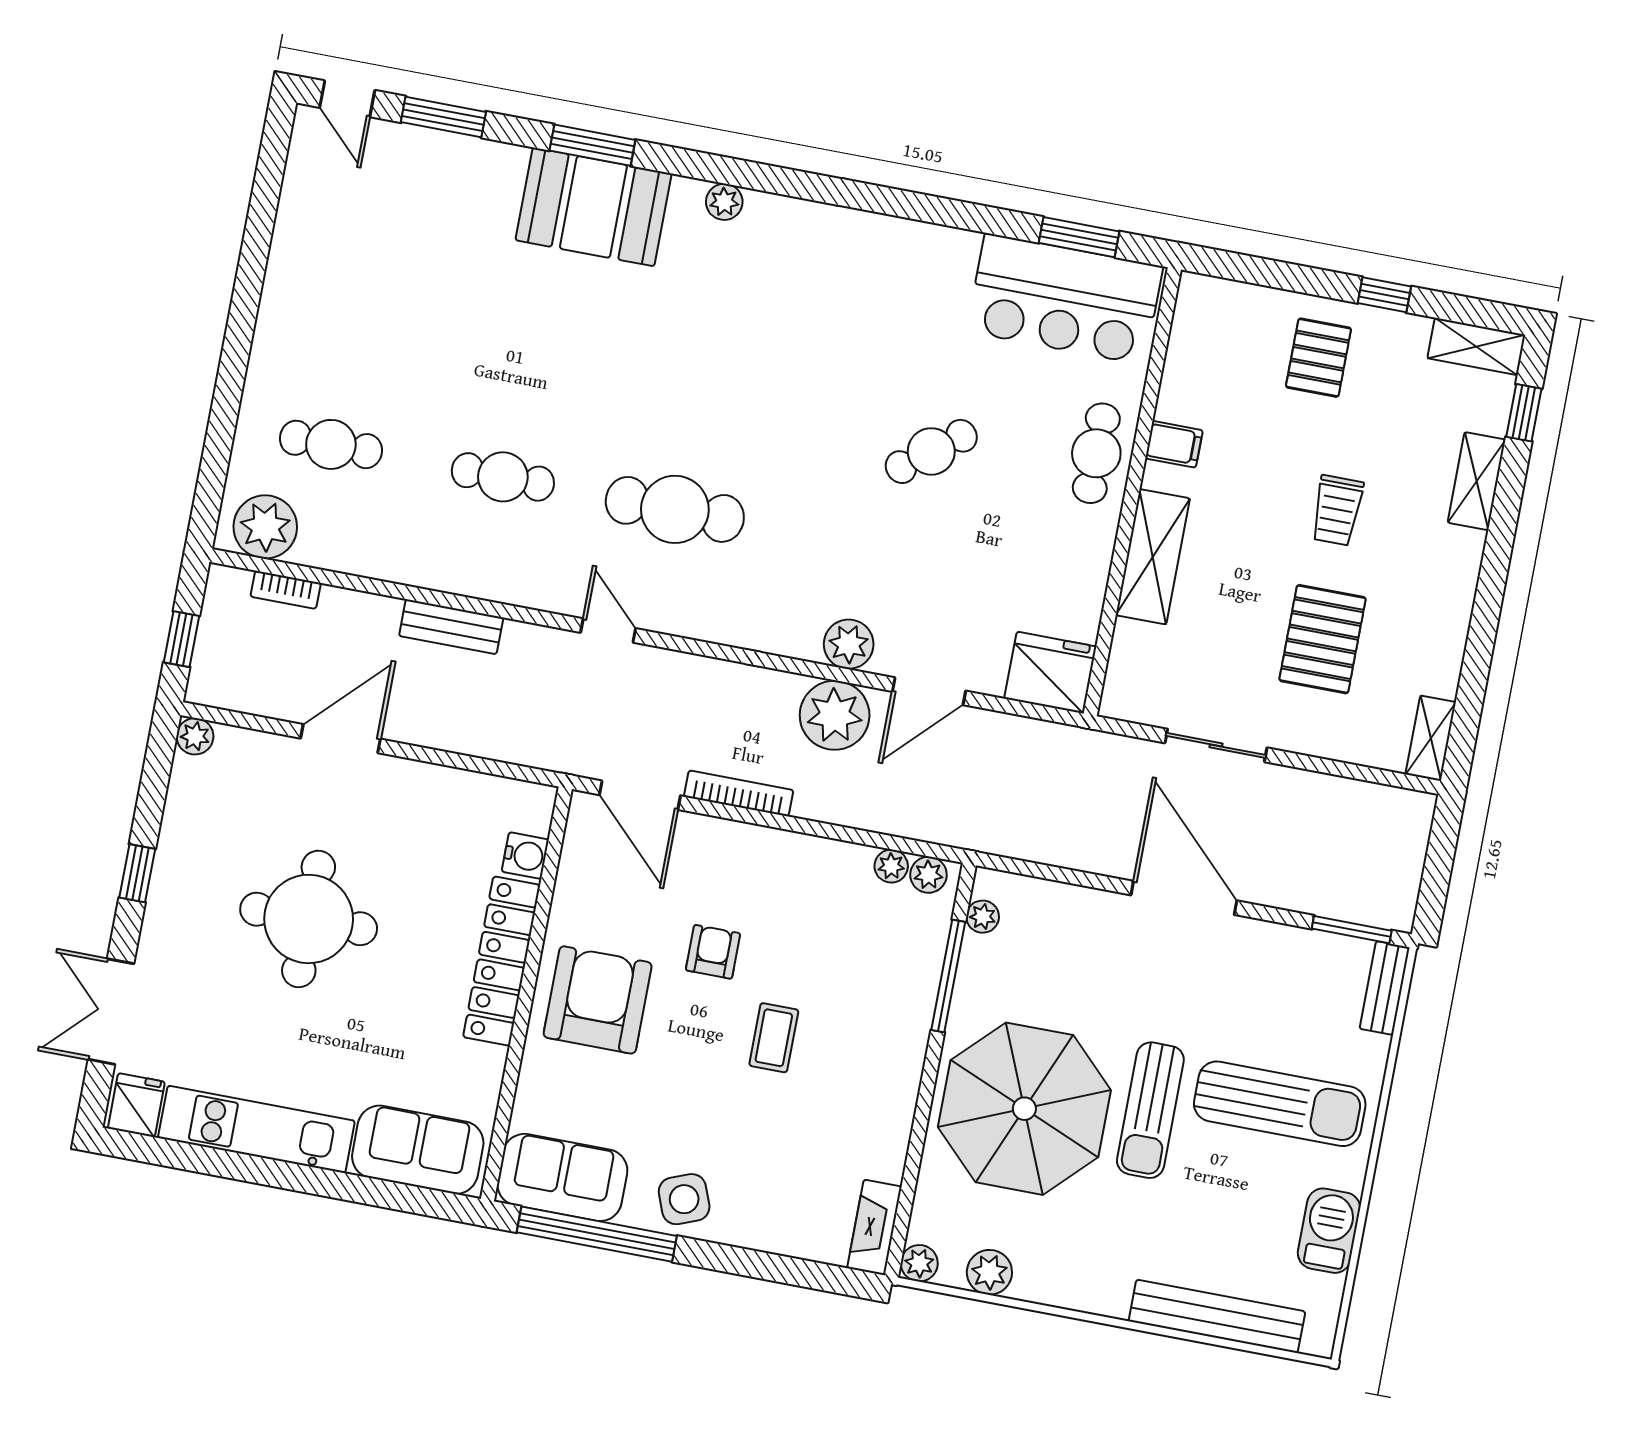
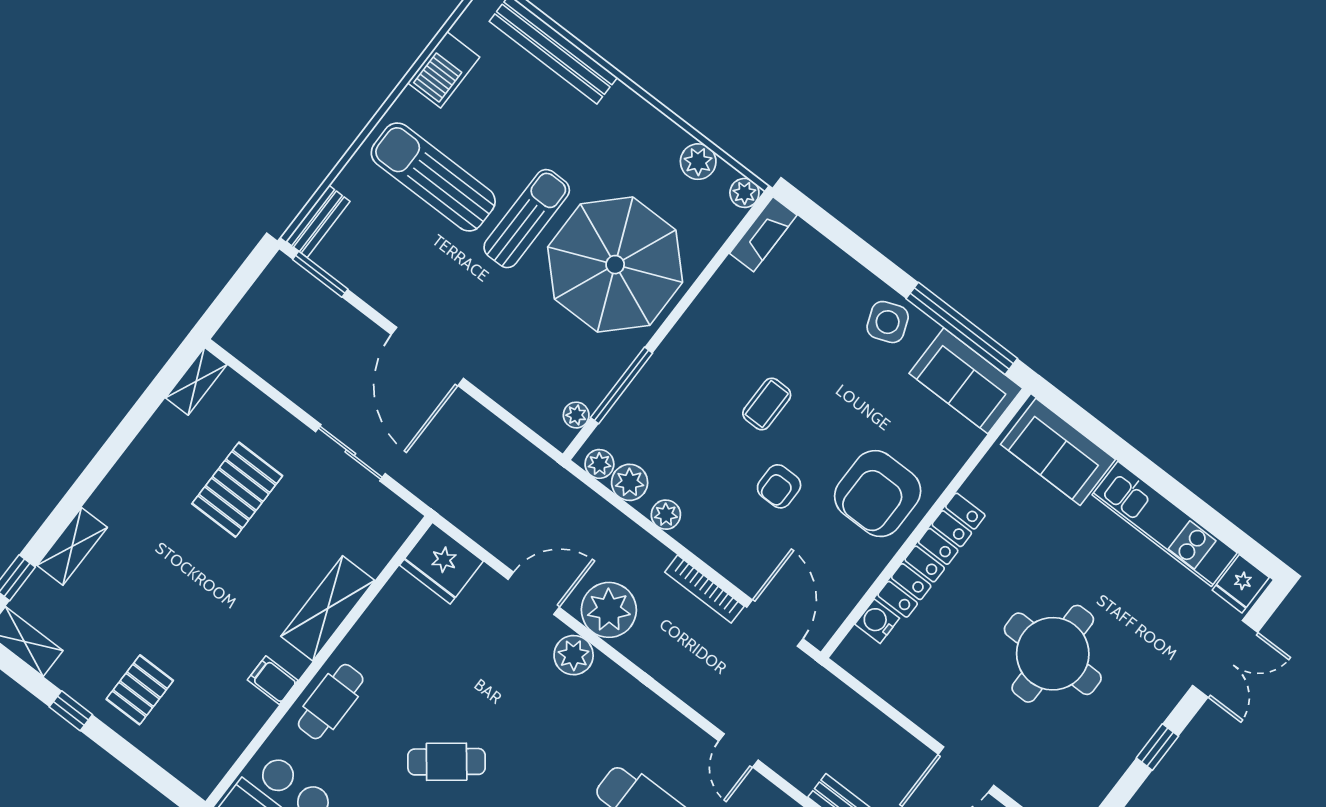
trolley: (1337, 510) -> (181, 575), removed
plant: (825, 855) -> (666, 515), added
plant: (891, 866) -> (630, 482), width x1.38, depth x1.38

